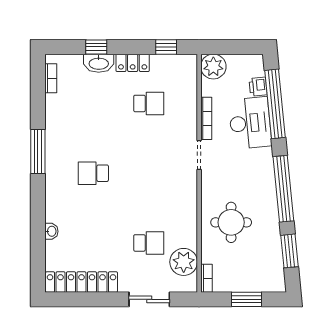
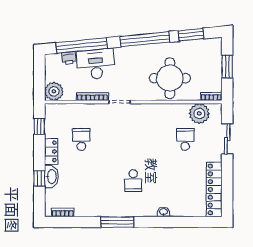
round table: (231, 222) -> (170, 78), width x1.36, depth x1.36
washbasin: (51, 231) -> (163, 212), moved

